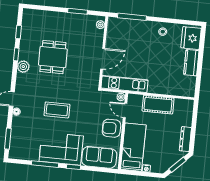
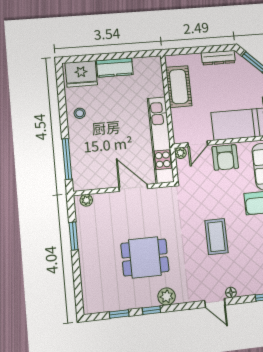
kitchen unit: (125, 84) -> (161, 140), width x1.36
cot: (158, 105) -> (179, 87), moved

